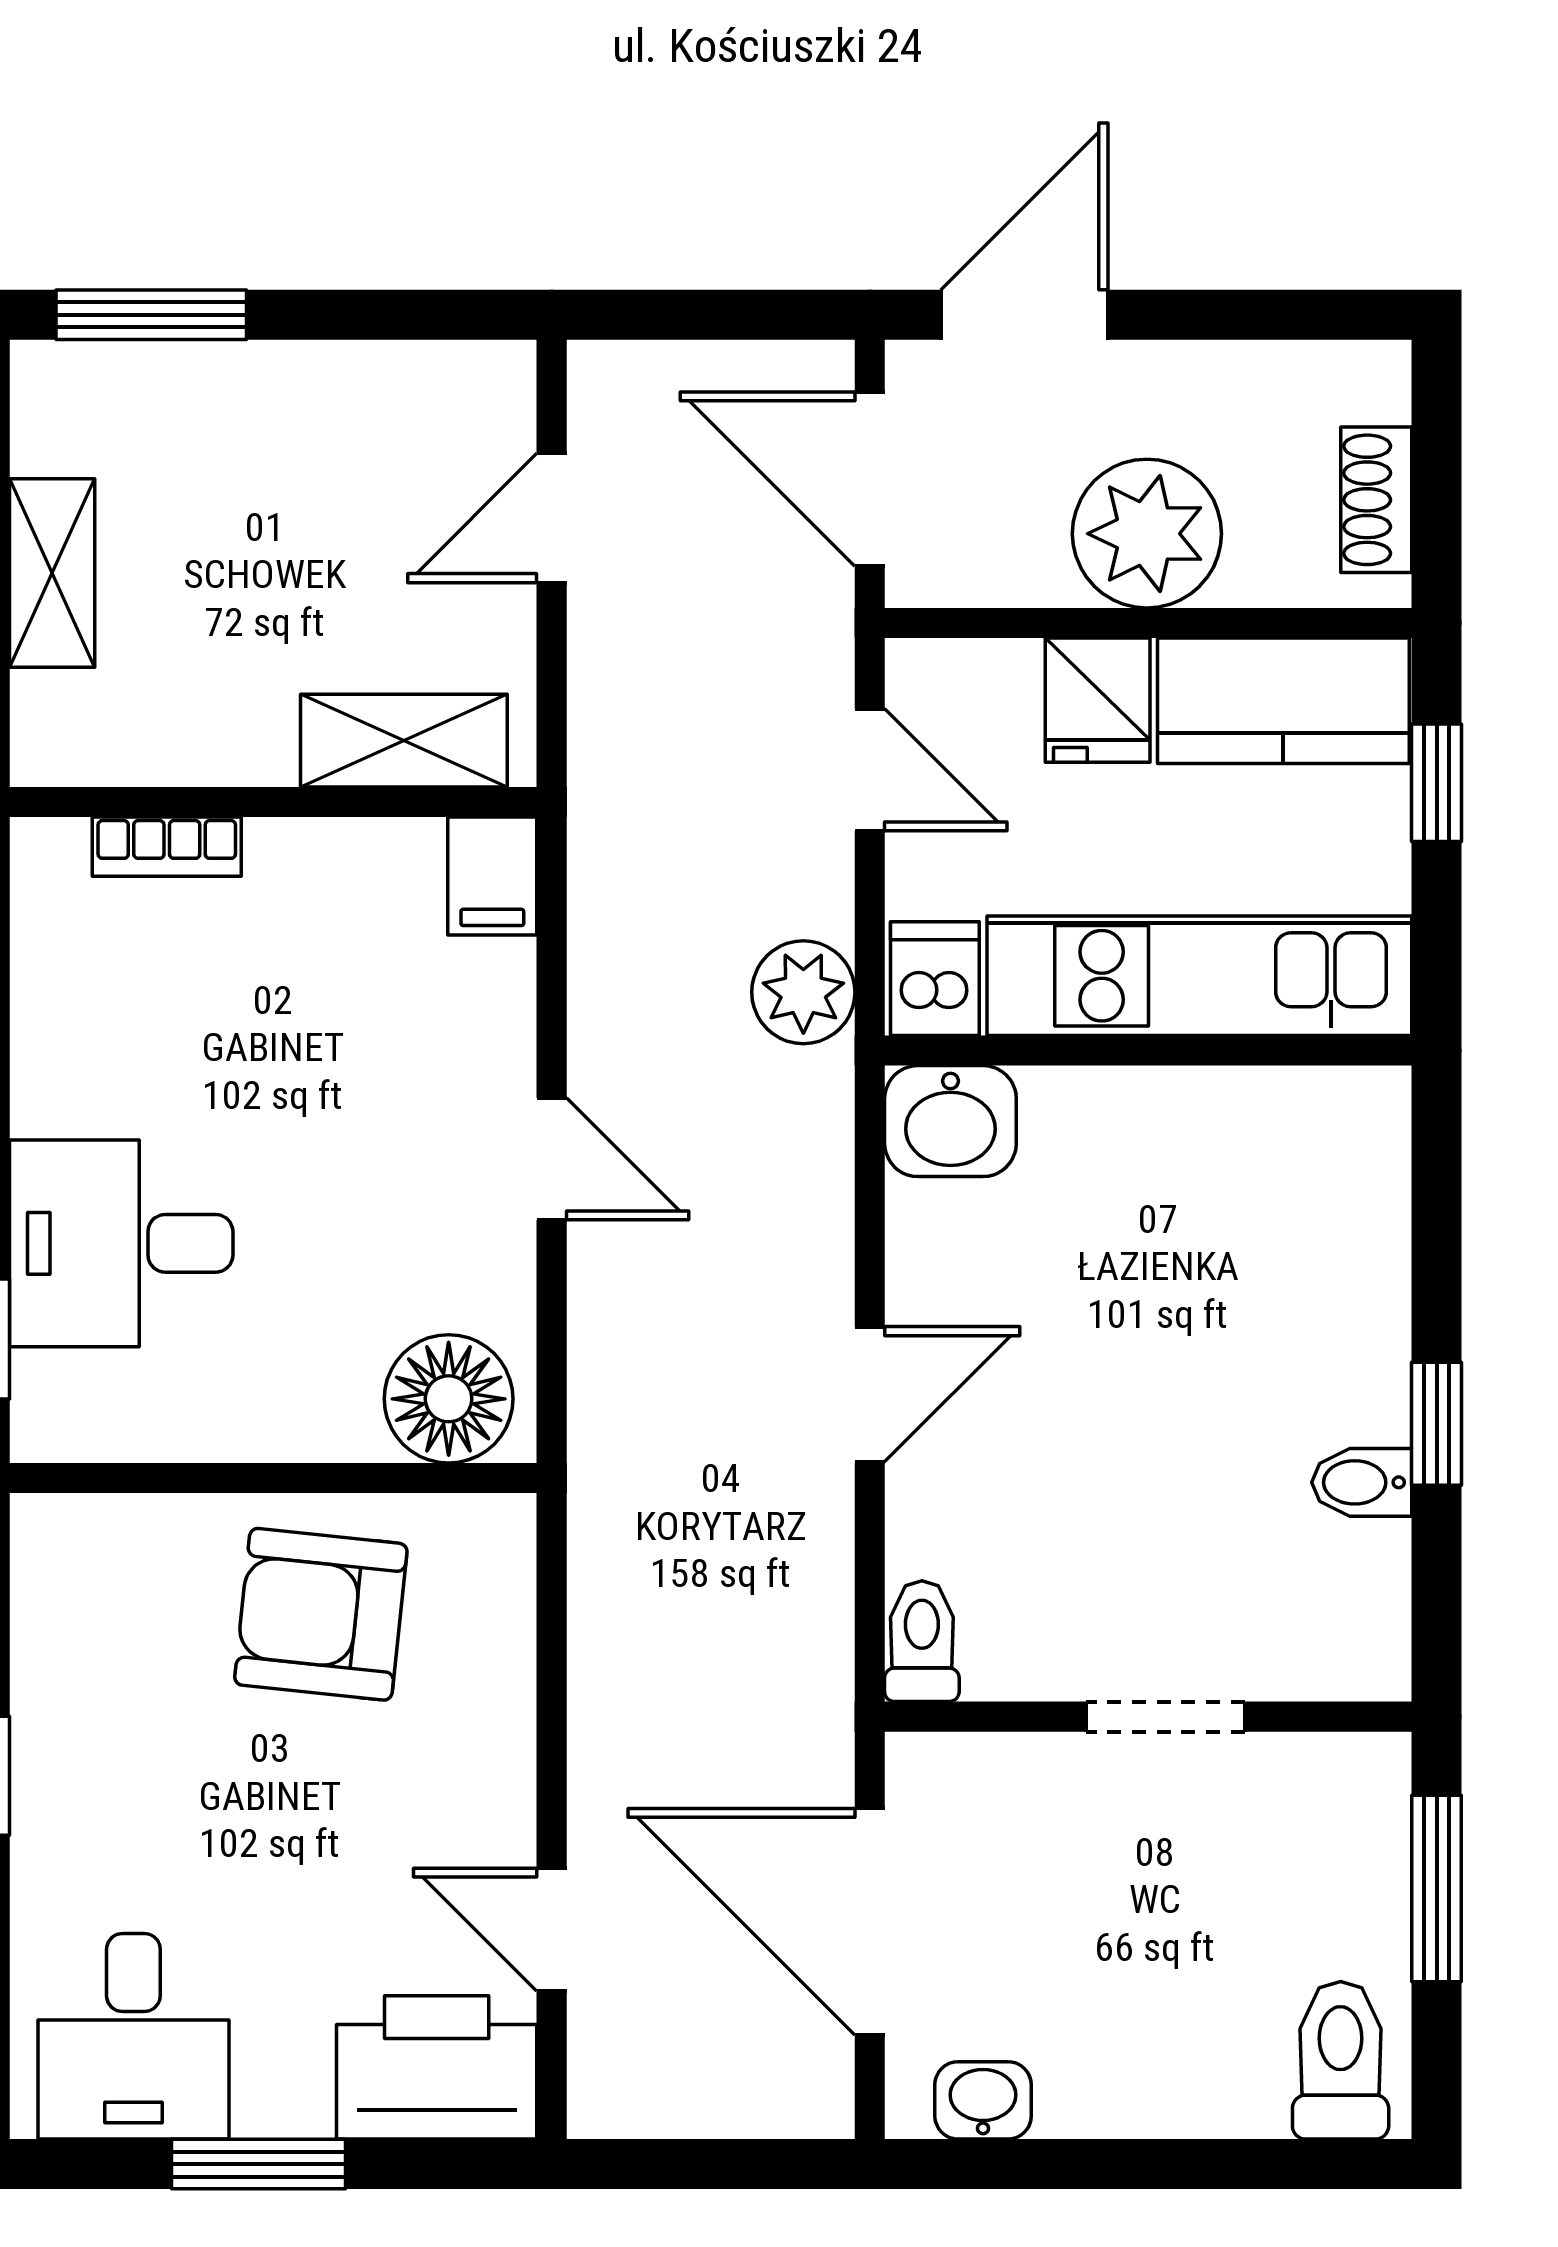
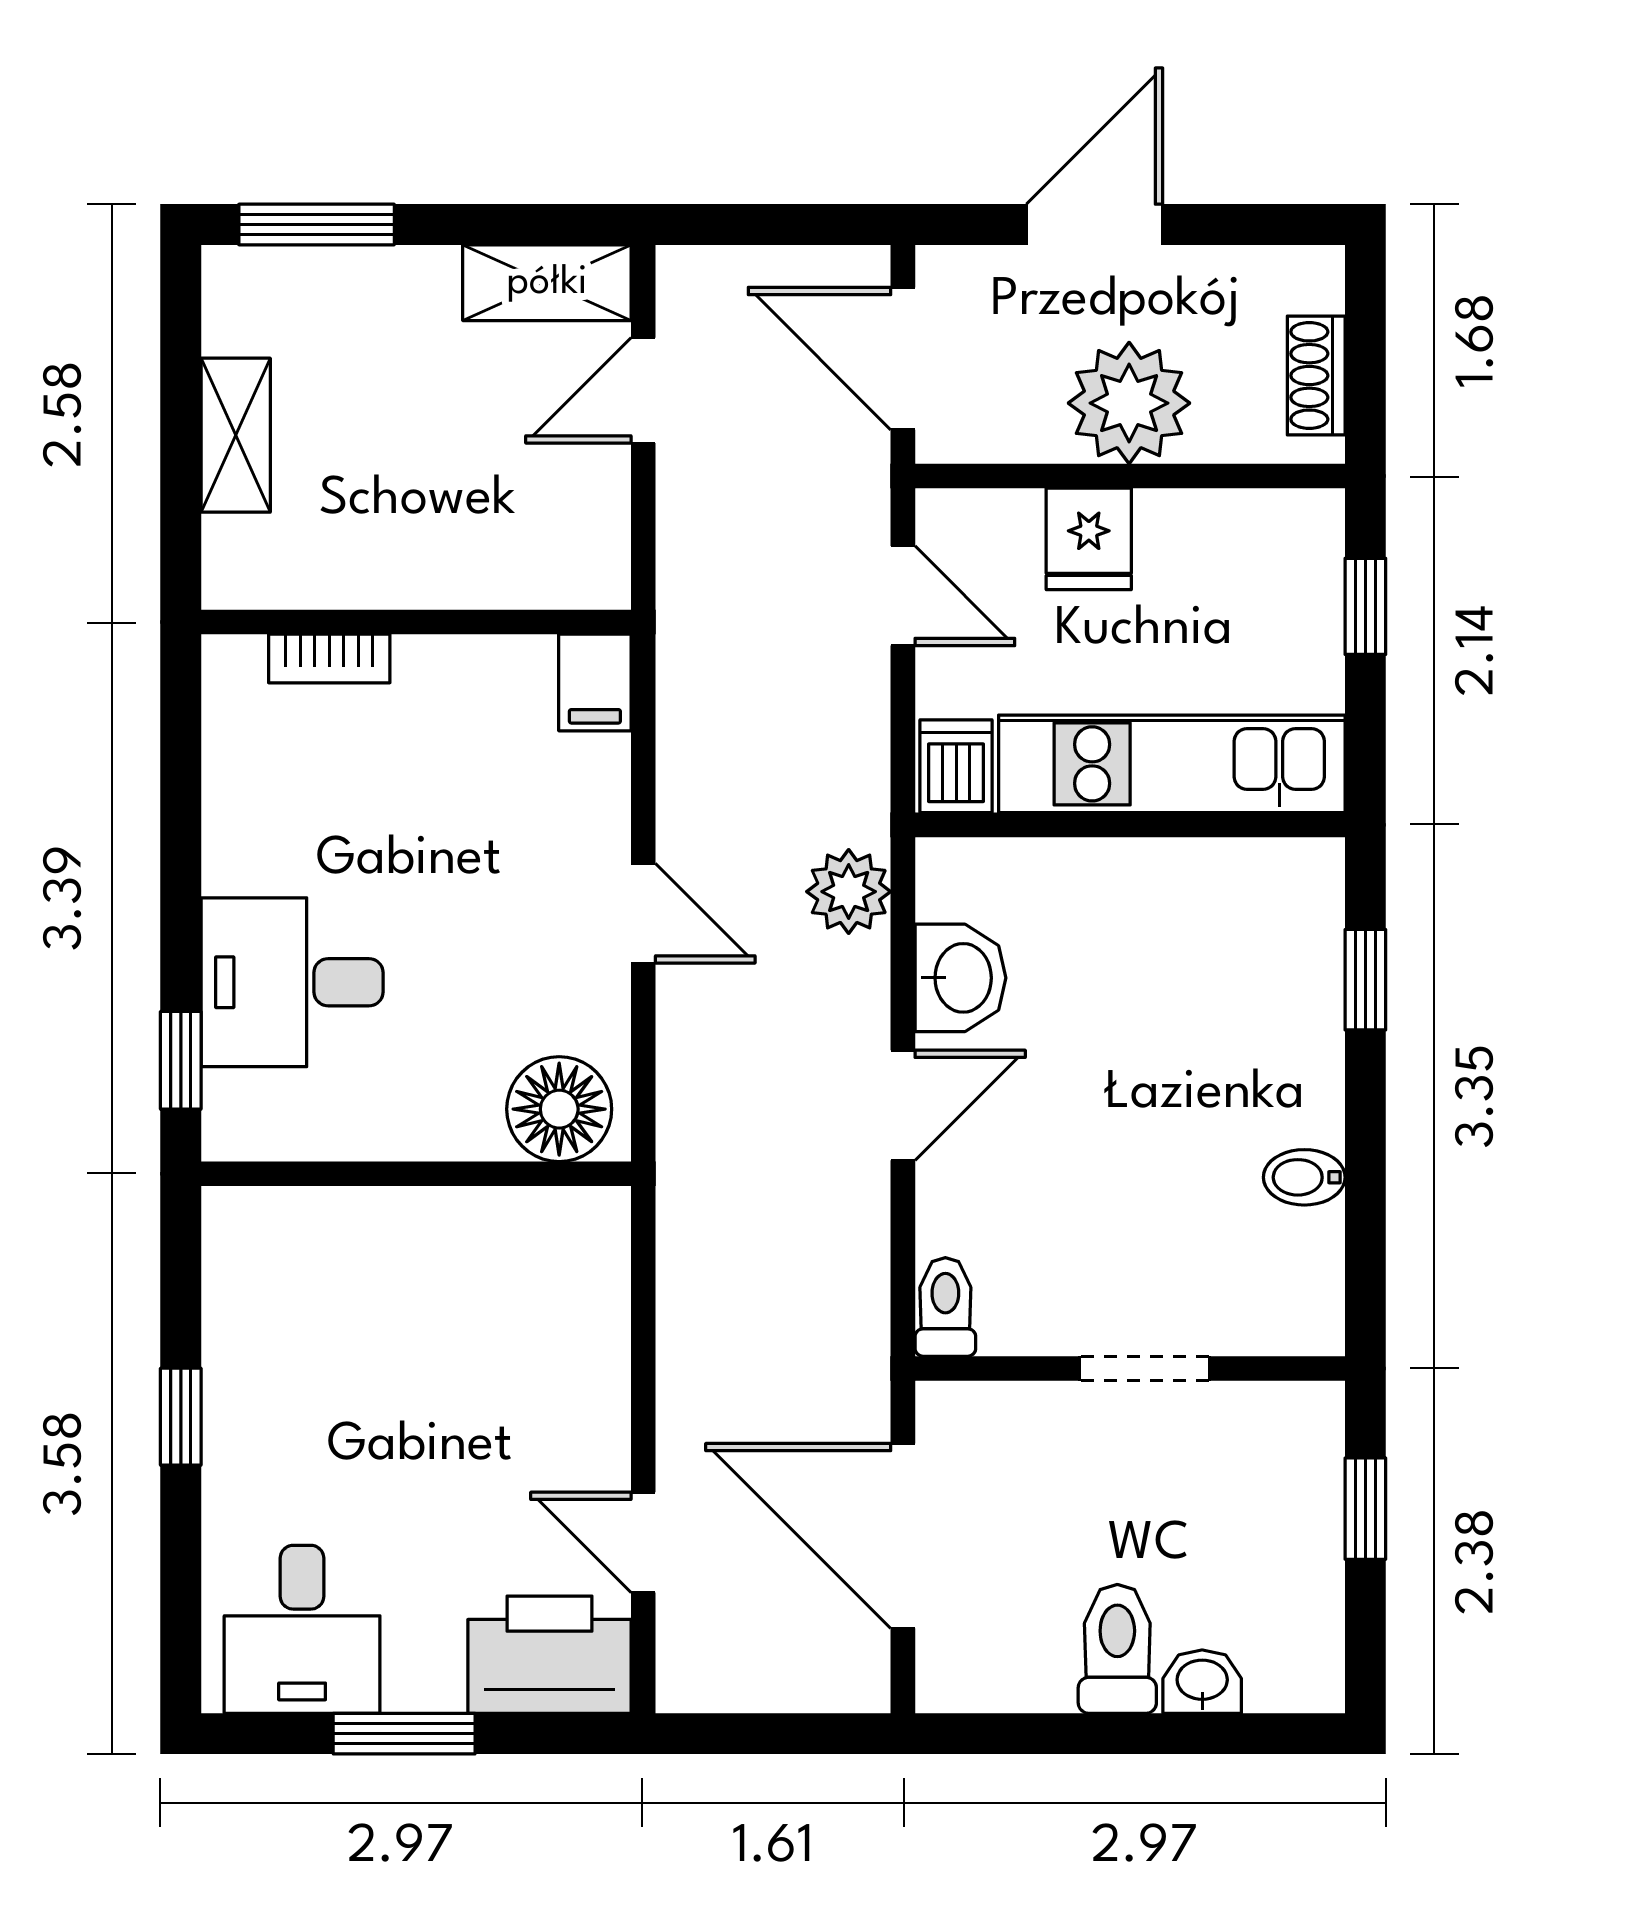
door: (1024, 315) -> (1095, 224), moved
kitchen counter: (1283, 701) -> (1240, 539), removed
shelving: (404, 741) -> (547, 283), moved
plant: (803, 992) -> (849, 892), moved
washbasin: (950, 1121) -> (960, 978), moved, turned -90
window: (1437, 1424) -> (1365, 980), moved
armchair: (321, 1614) -> (455, 1285), removed
window: (1437, 1888) -> (1365, 1509), width x0.67
toilet: (1341, 2060) -> (1117, 1649), moved
washbasin: (983, 2100) -> (1202, 1682), moved

